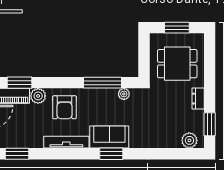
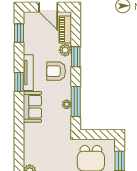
window: (19, 83) -> (76, 57), moved
plant: (124, 94) -> (67, 104), moved
window: (111, 154) -> (19, 82), moved

